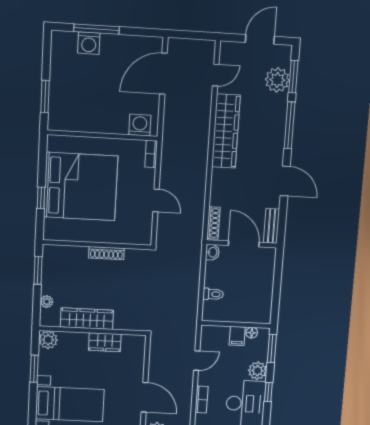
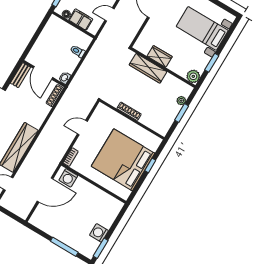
washing machine: (89, 43) -> (99, 233), moved, turned -90
door: (163, 74) -> (45, 190), moved
window: (45, 97) -> (101, 248), moved
door: (156, 200) -> (82, 128), hinge flipped
window: (38, 270) -> (182, 113), moved
wardrobe: (87, 319) -> (148, 68), moved
filing cabinet: (237, 336) -> (81, 20), width x2.00

